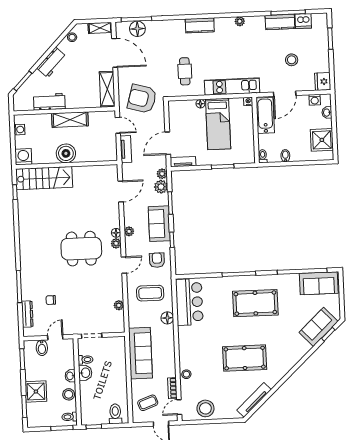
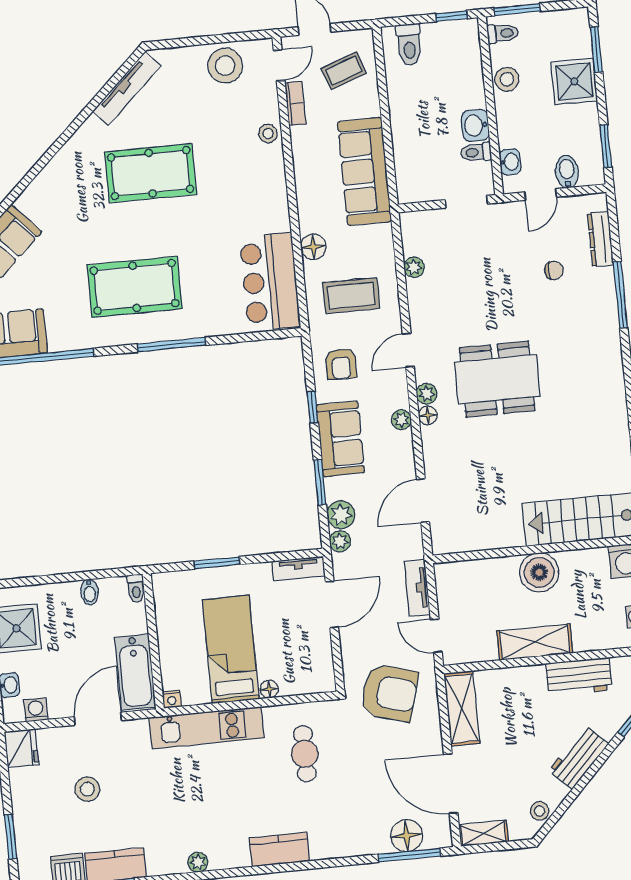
washbasin: (70, 376) -> (510, 162), moved

